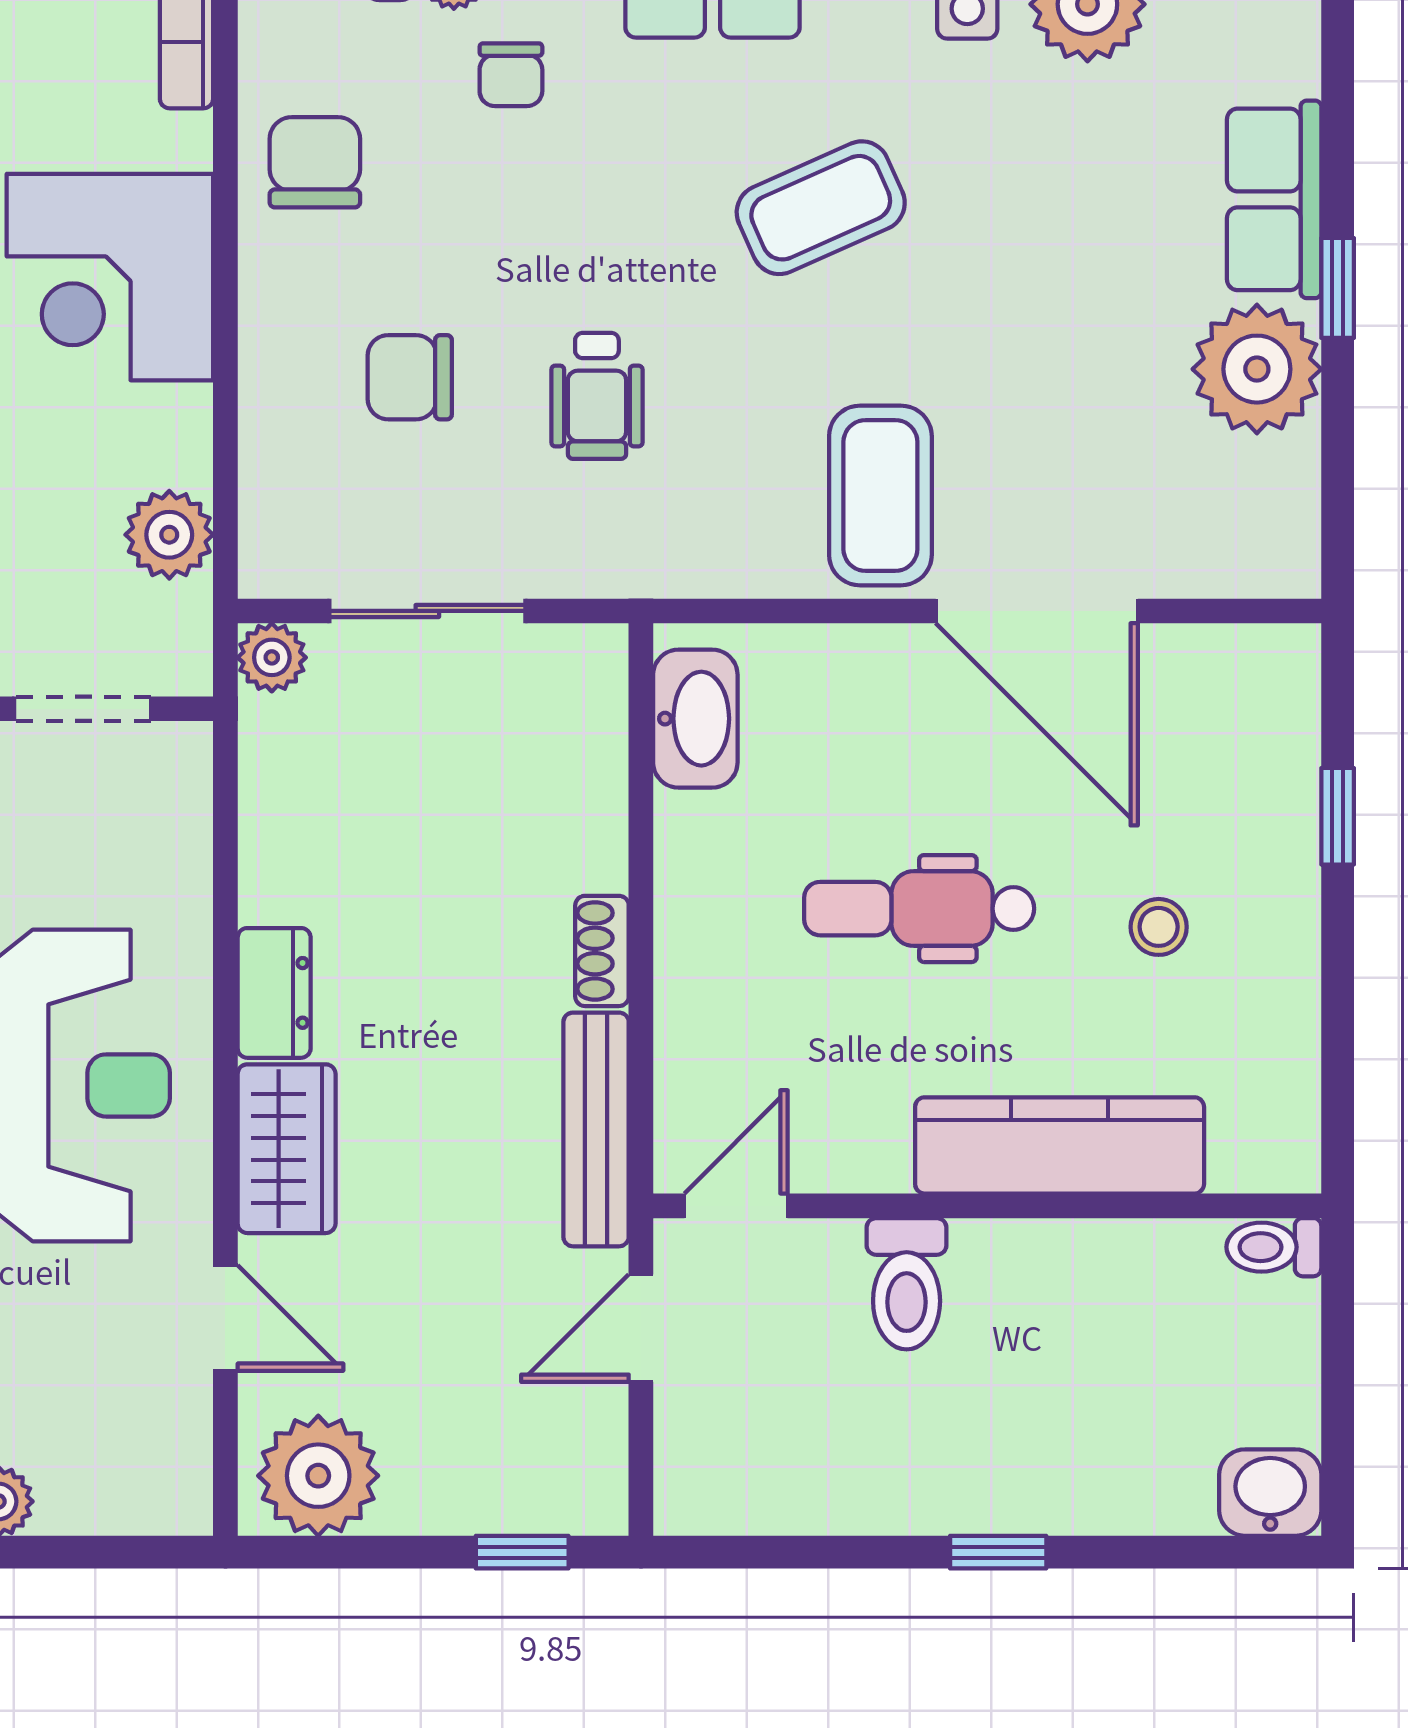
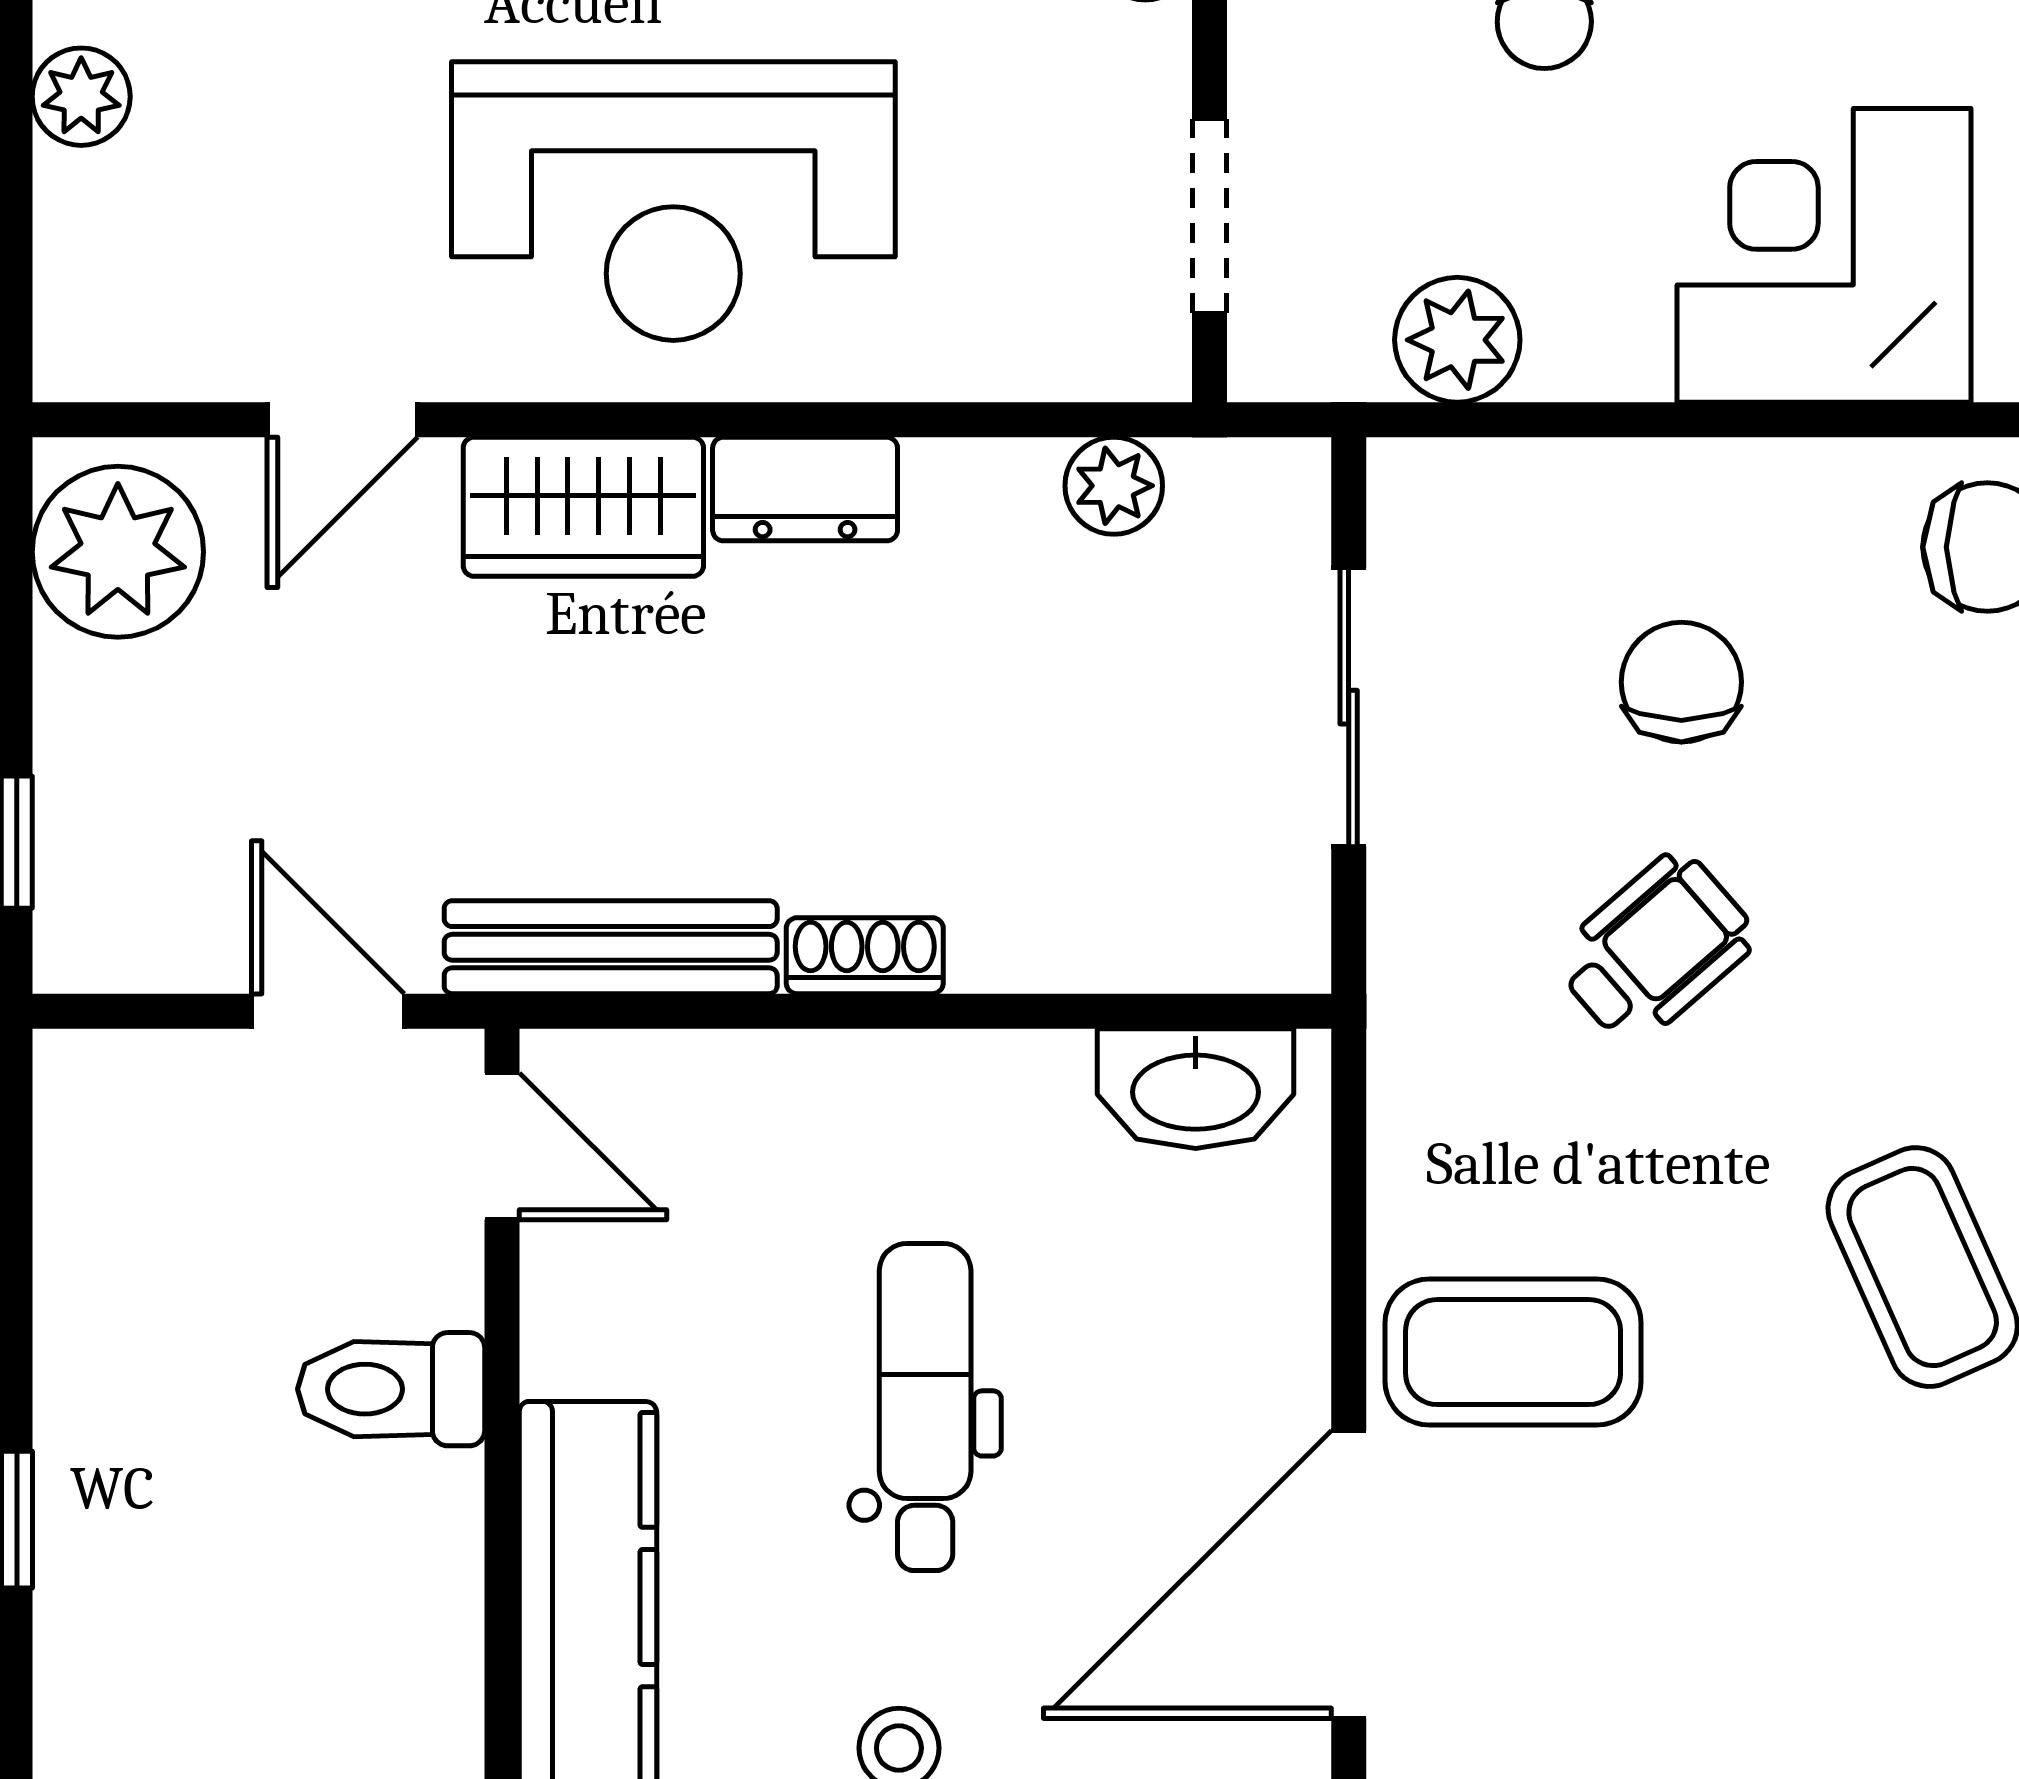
wheelchair: (597, 396) -> (1655, 949), turned 139
plant: (272, 657) -> (1114, 486), moved

